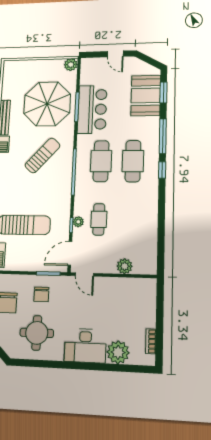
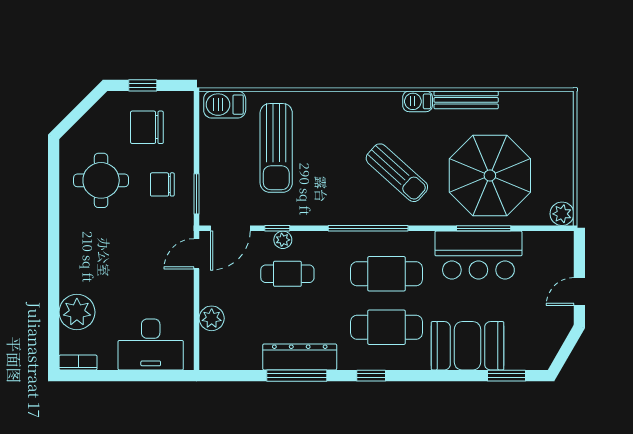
booth: (146, 96) -> (467, 346), moved
window: (163, 136) -> (297, 376), moved
dresser: (150, 213) -> (300, 357), added
door: (70, 253) -> (230, 228), swing flipped
bookcase: (151, 341) -> (78, 363), moved
desk: (85, 346) -> (151, 344), moved, turned -90

